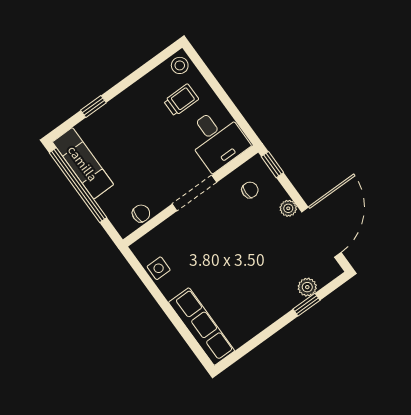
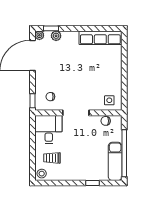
plant: (288, 208) -> (39, 35), moved
side table: (159, 268) -> (109, 100), moved
window: (306, 305) -> (51, 28), moved
row of seats: (202, 327) -> (100, 38), moved, turned -90

